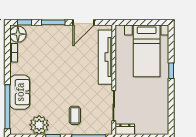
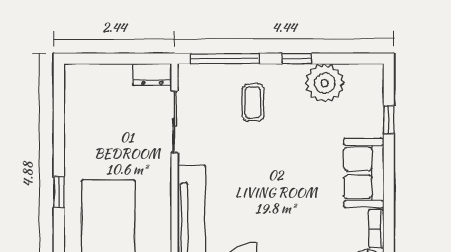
sofa: (20, 92) -> (364, 173), moved
window: (7, 107) -> (389, 120), width x0.32

